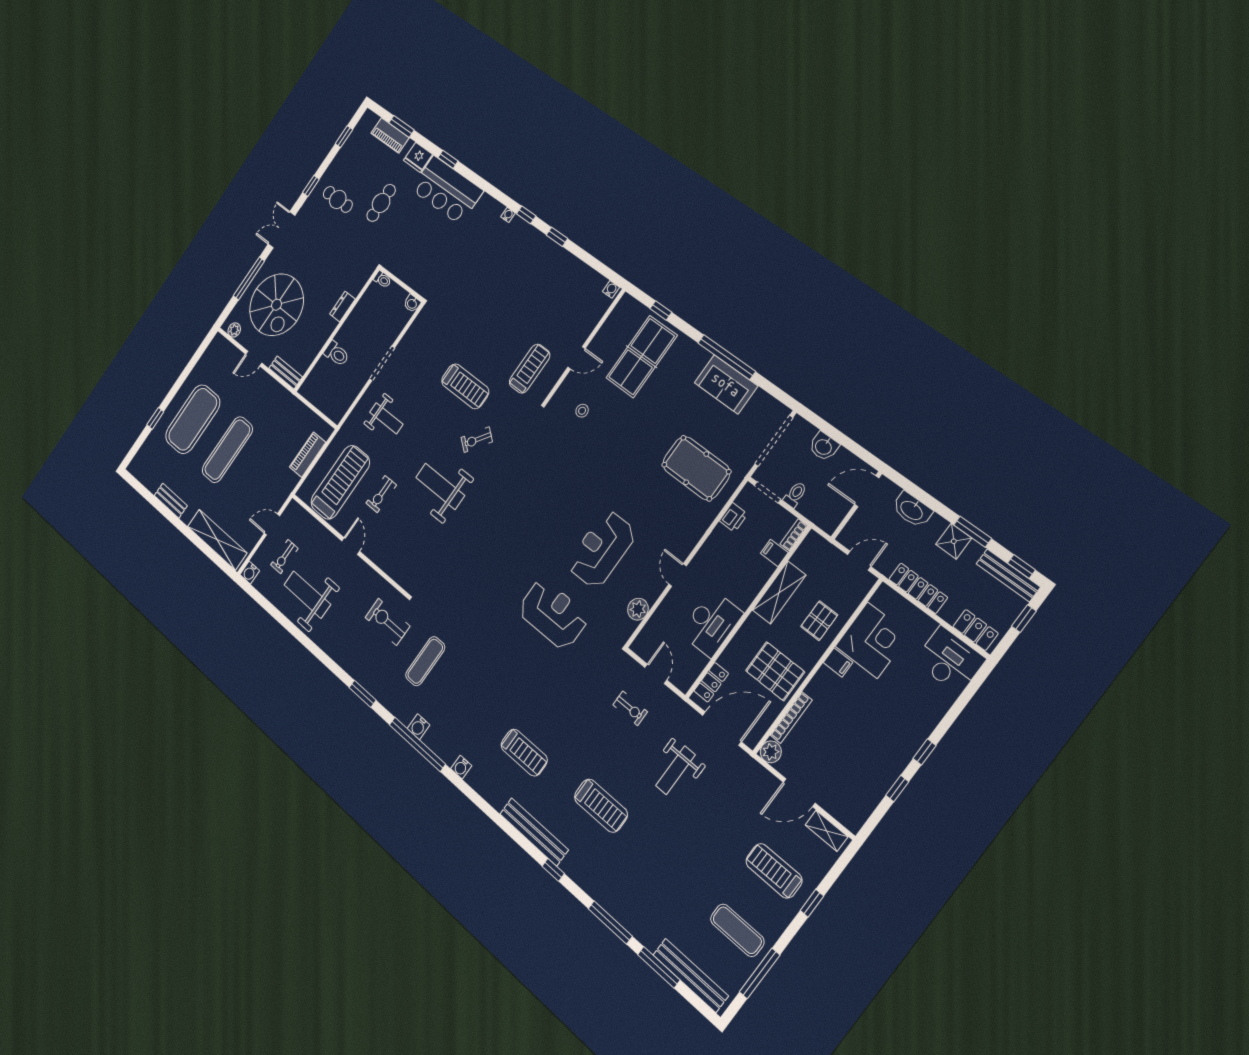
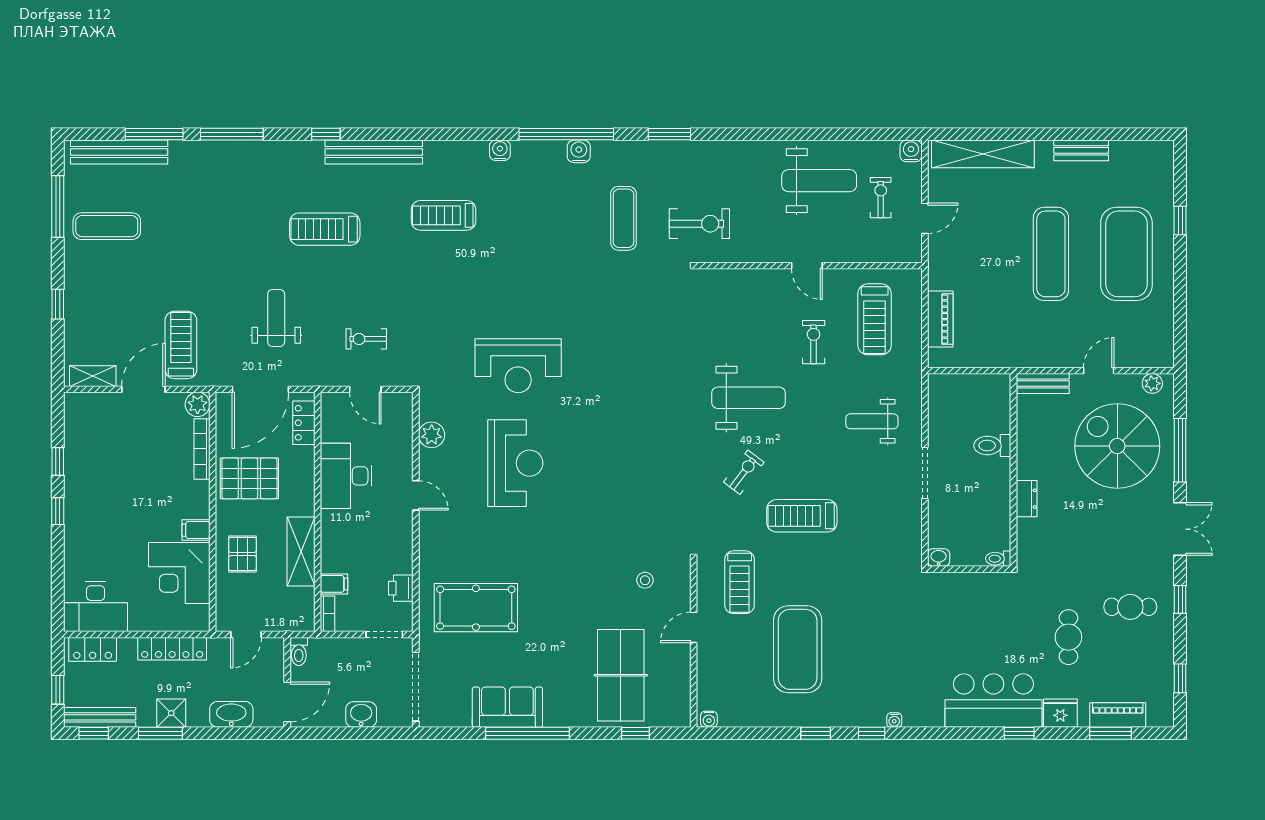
exercise mat: (528, 300) -> (798, 649), added
treadmill: (340, 482) -> (875, 319), width x0.73, depth x0.73
toilet: (795, 494) -> (299, 651), moved
treadmill: (774, 871) -> (181, 345), moved, turned -90

